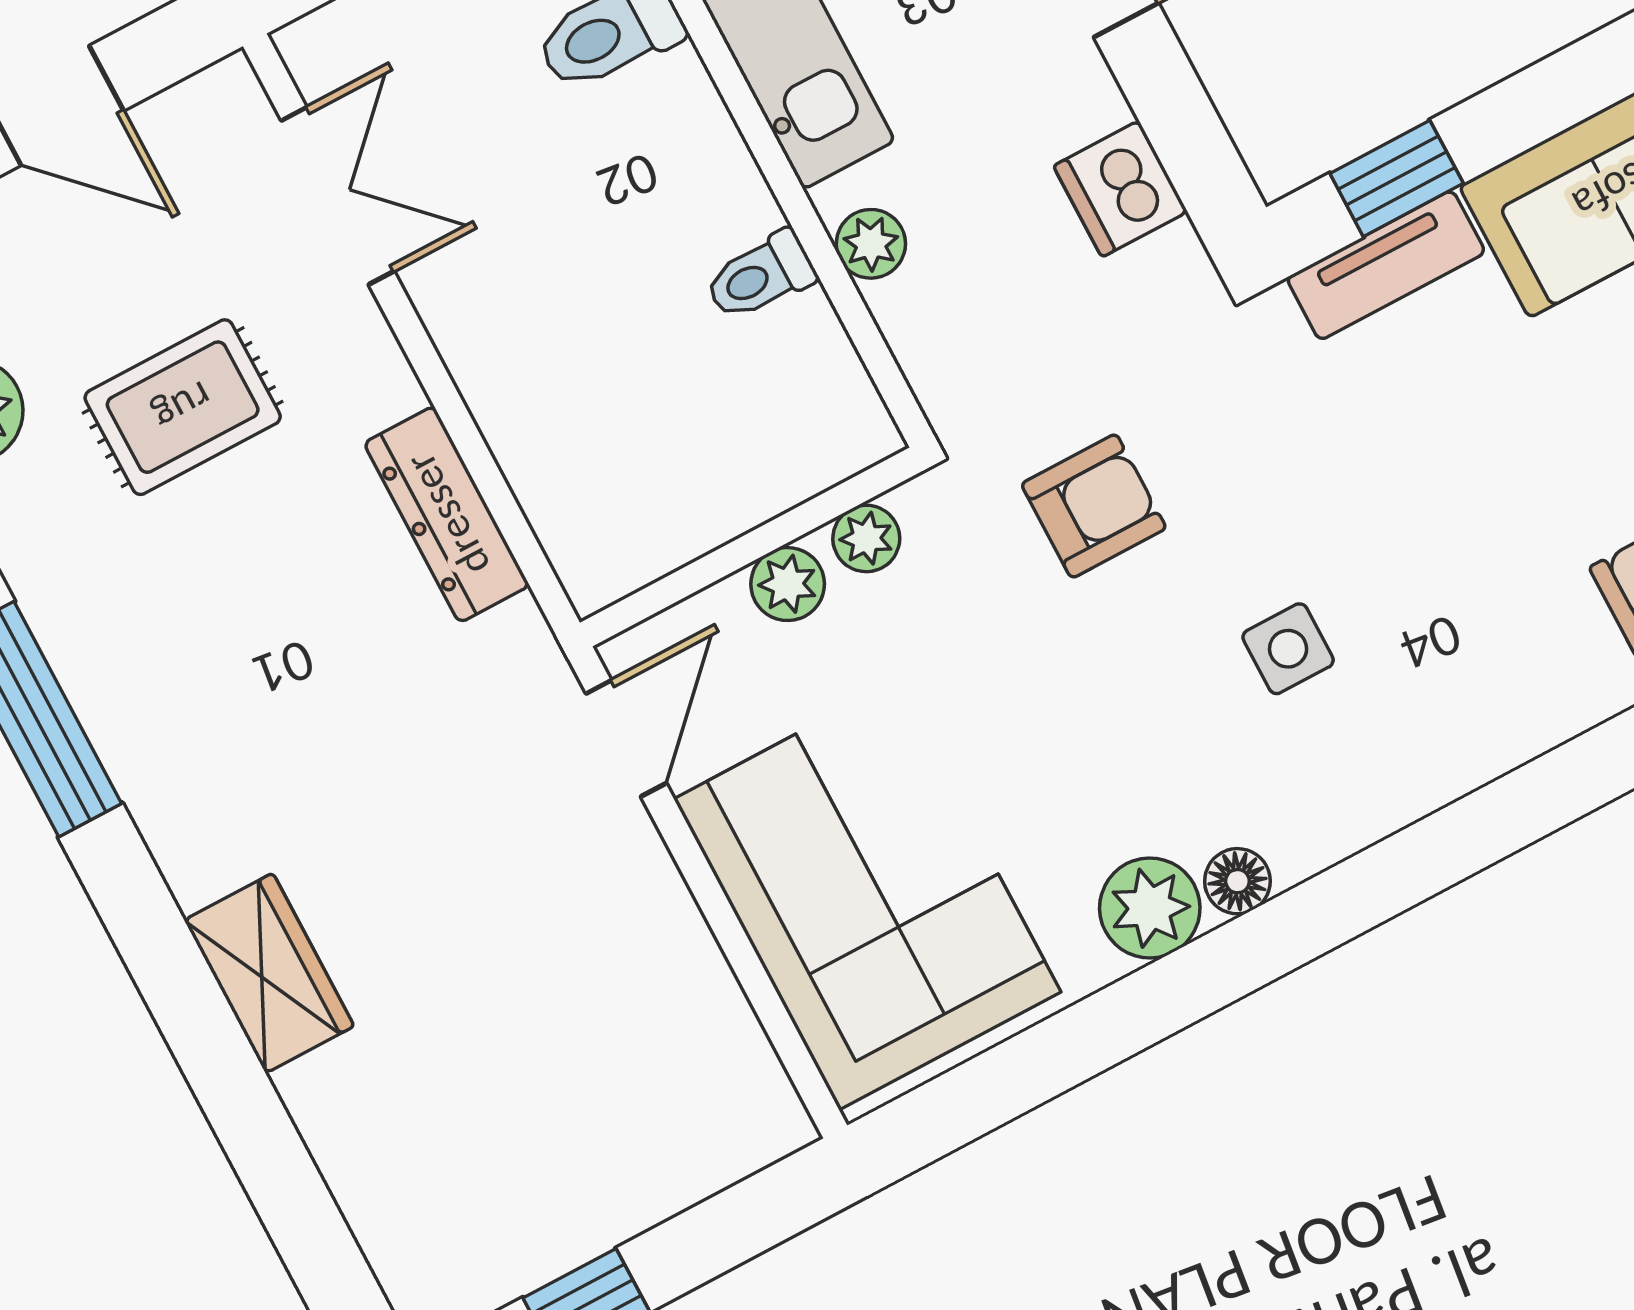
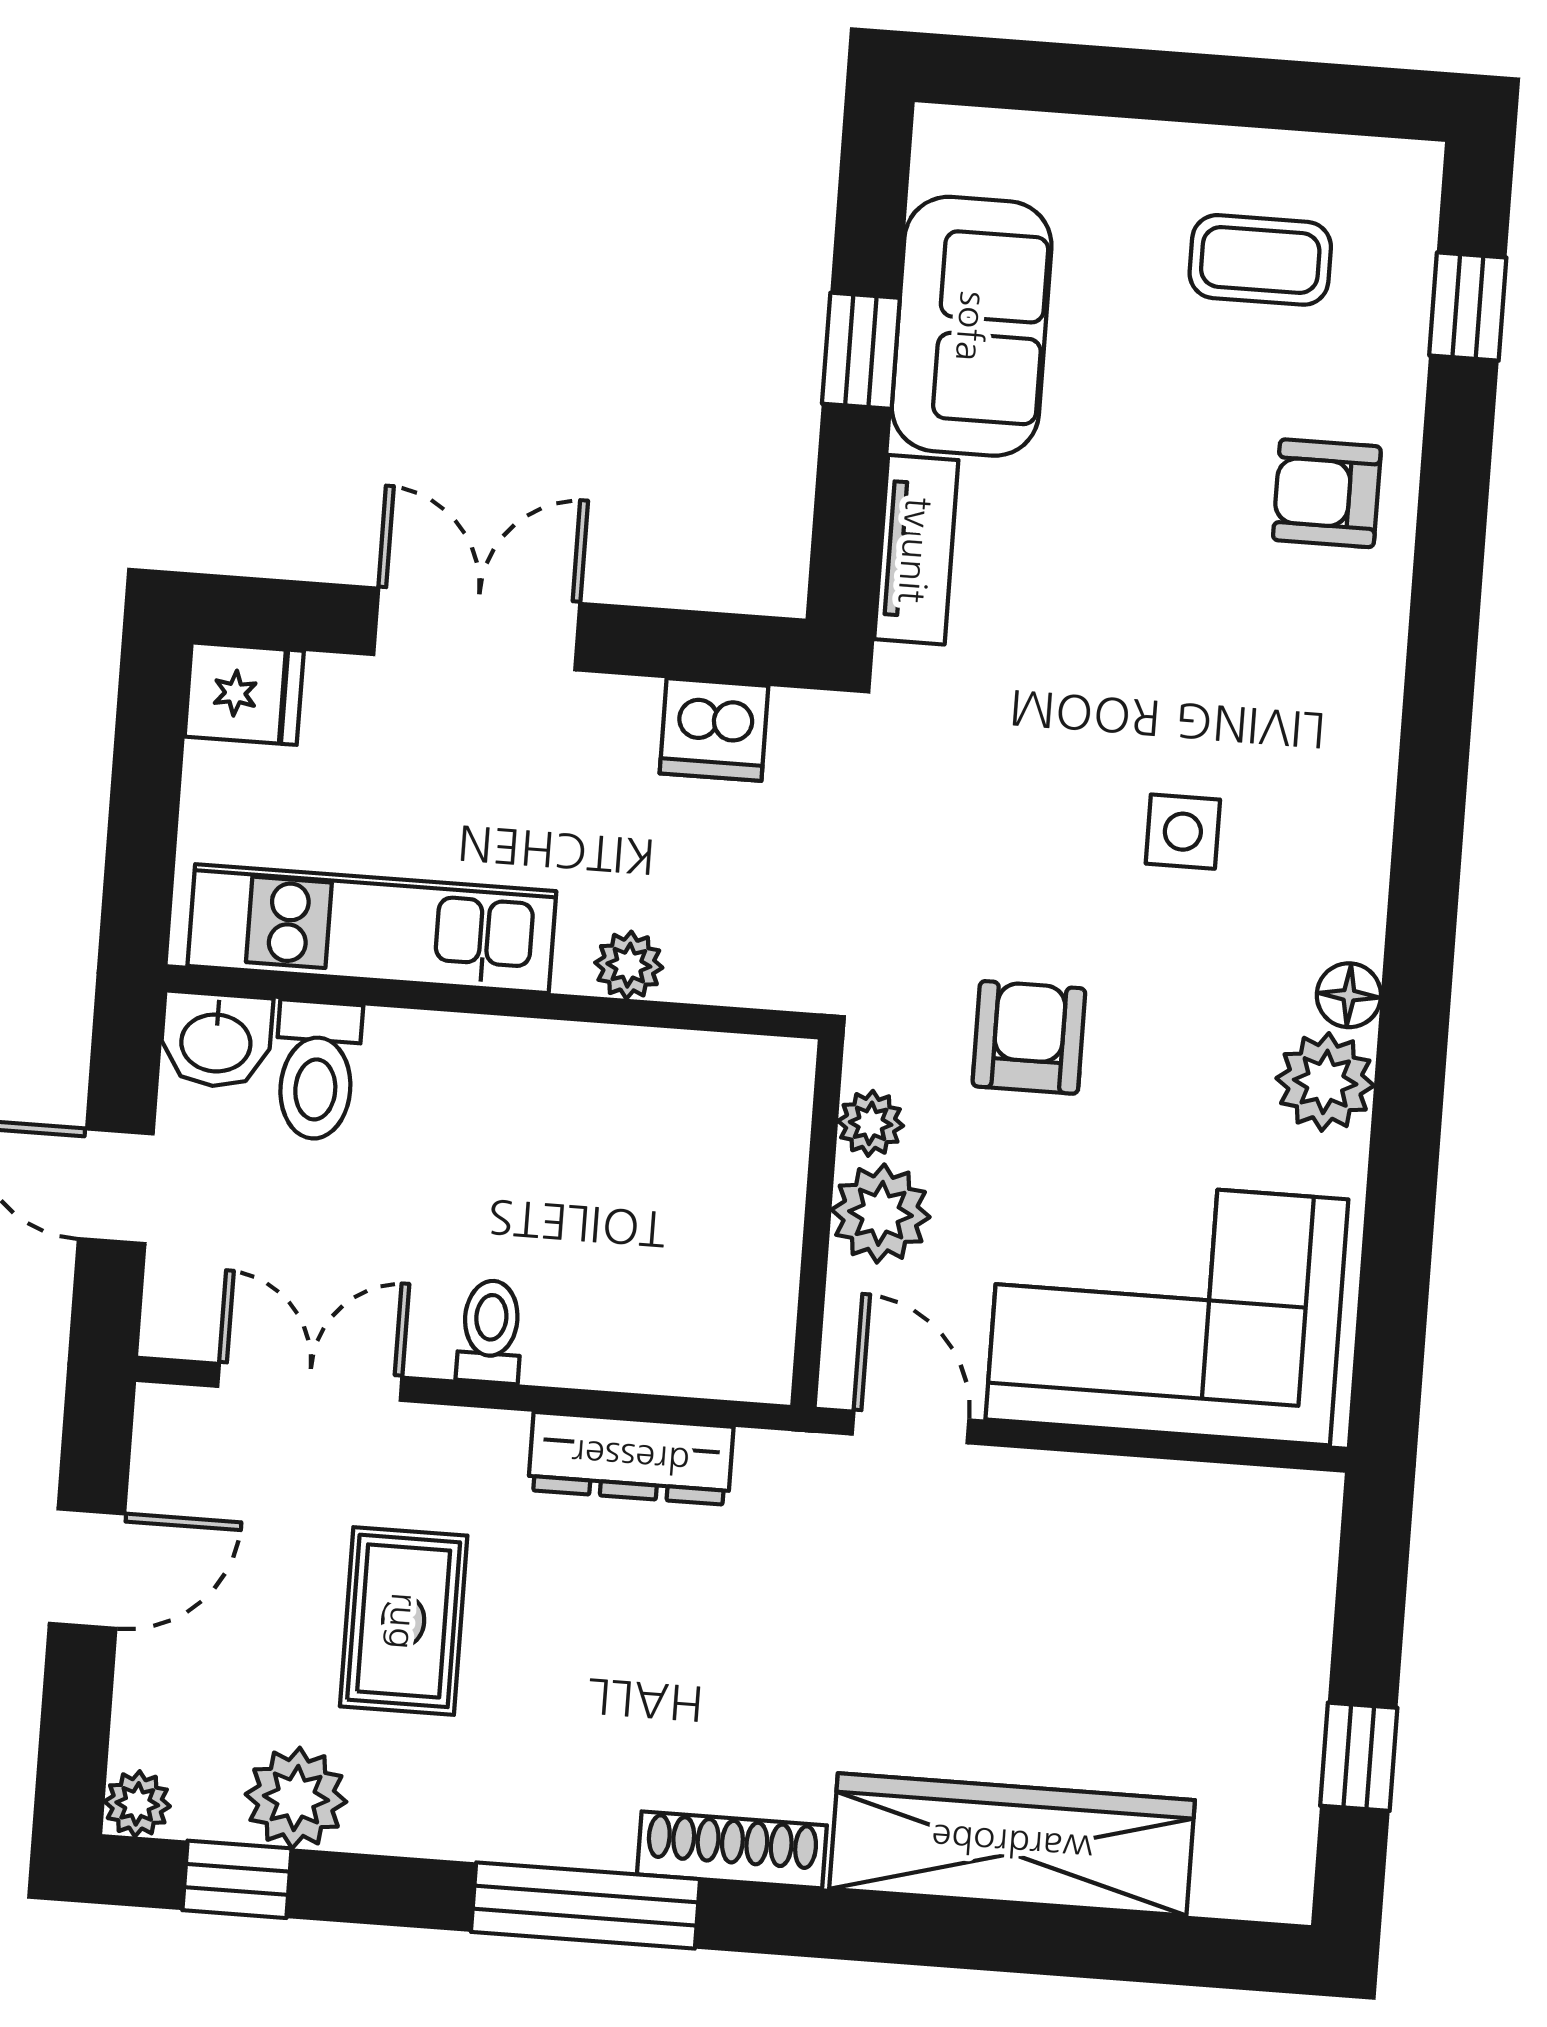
window: (1397, 178) -> (861, 351), moved
toilet: (760, 276) -> (490, 1331), moved, turned 180
armchair: (1094, 506) -> (1029, 1037), moved
plant: (788, 584) -> (881, 1213), width x1.38, depth x1.38
shoe rack: (164, 815) -> (732, 1850), added
wardrobe: (269, 973) -> (1012, 1844), width x2.10, depth x1.17

